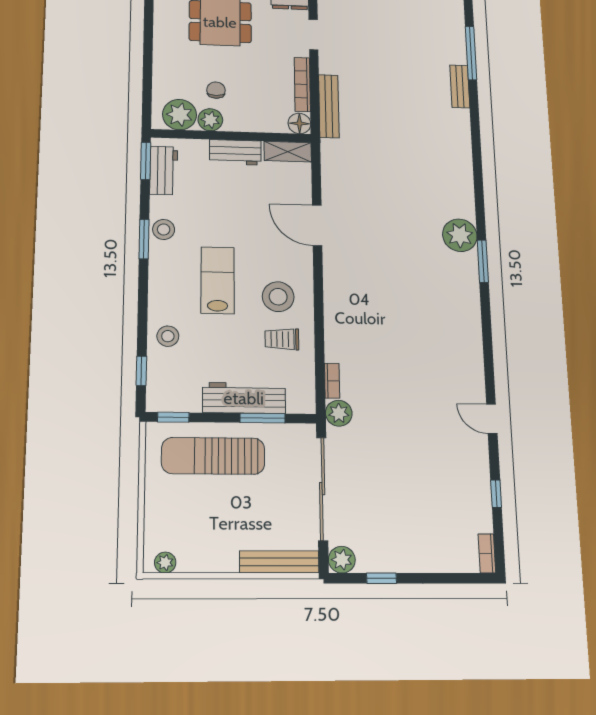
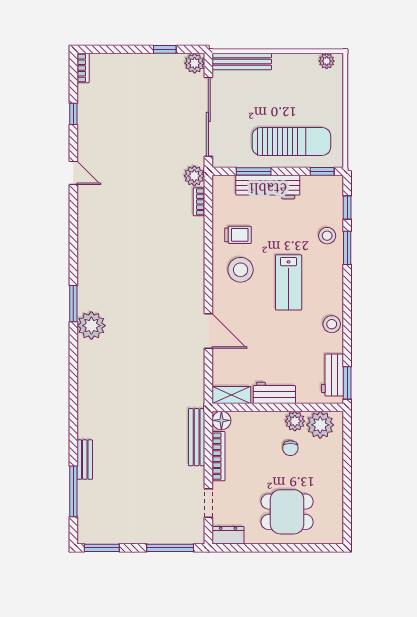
window: (144, 239) -> (347, 248), moved

